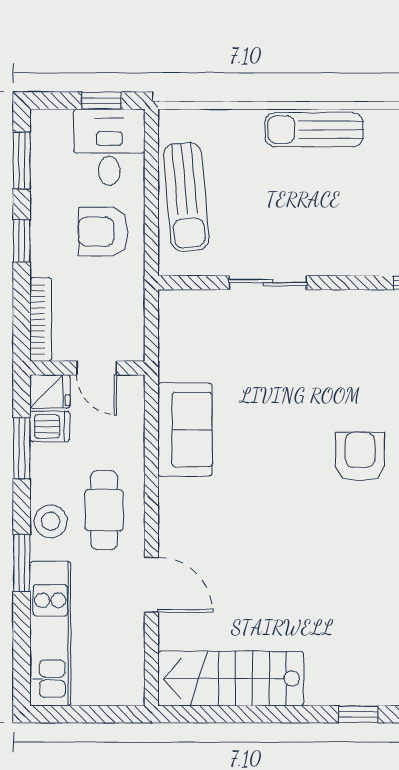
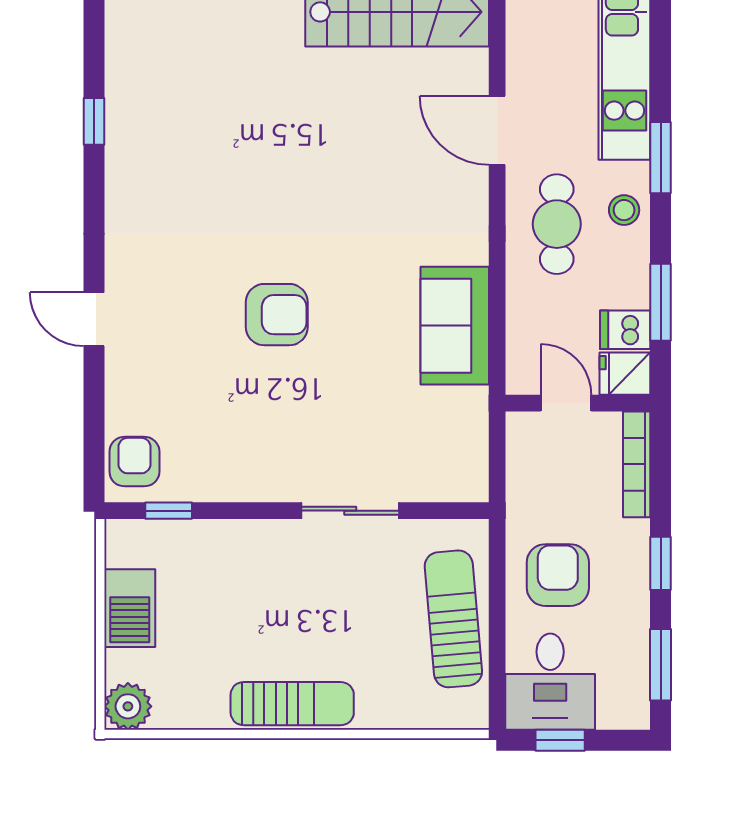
armchair: (103, 232) -> (558, 575), turned -90
armchair: (360, 457) -> (277, 315), moved, turned -90
stool: (51, 521) -> (624, 210), width x0.73, depth x0.73

